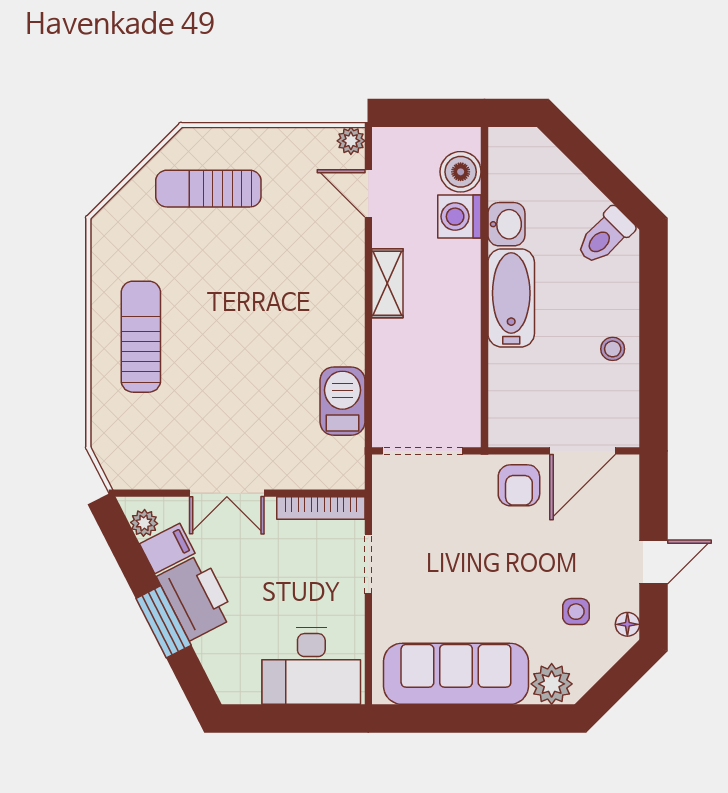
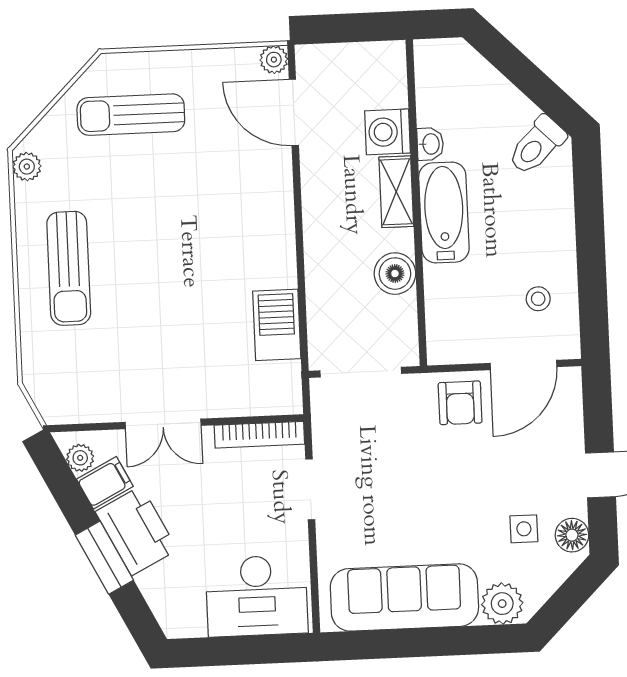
boiler: (461, 172) -> (395, 274), moved
door: (368, 193) -> (294, 112), width x1.38
washbasin: (506, 224) -> (430, 144), width x0.72, depth x0.69
plant: (104, 235) -> (27, 167), added
shelving: (387, 283) -> (396, 192), moved
sun lounger: (141, 337) -> (69, 268), turned 180
stool: (613, 349) -> (538, 299), moved
floor lamp: (627, 624) -> (572, 535), width x1.37, depth x1.37

